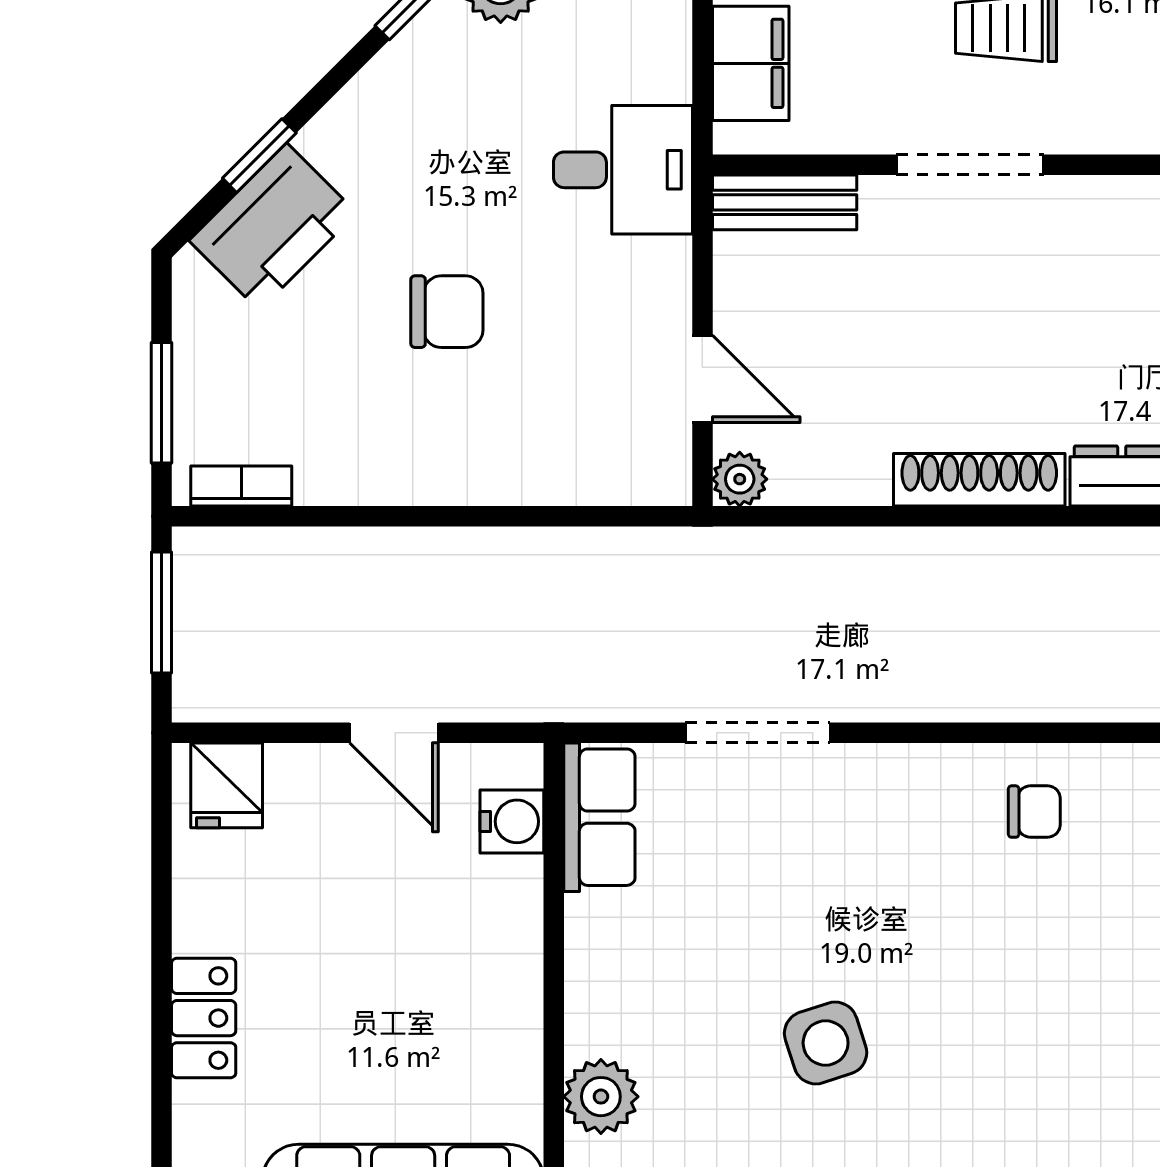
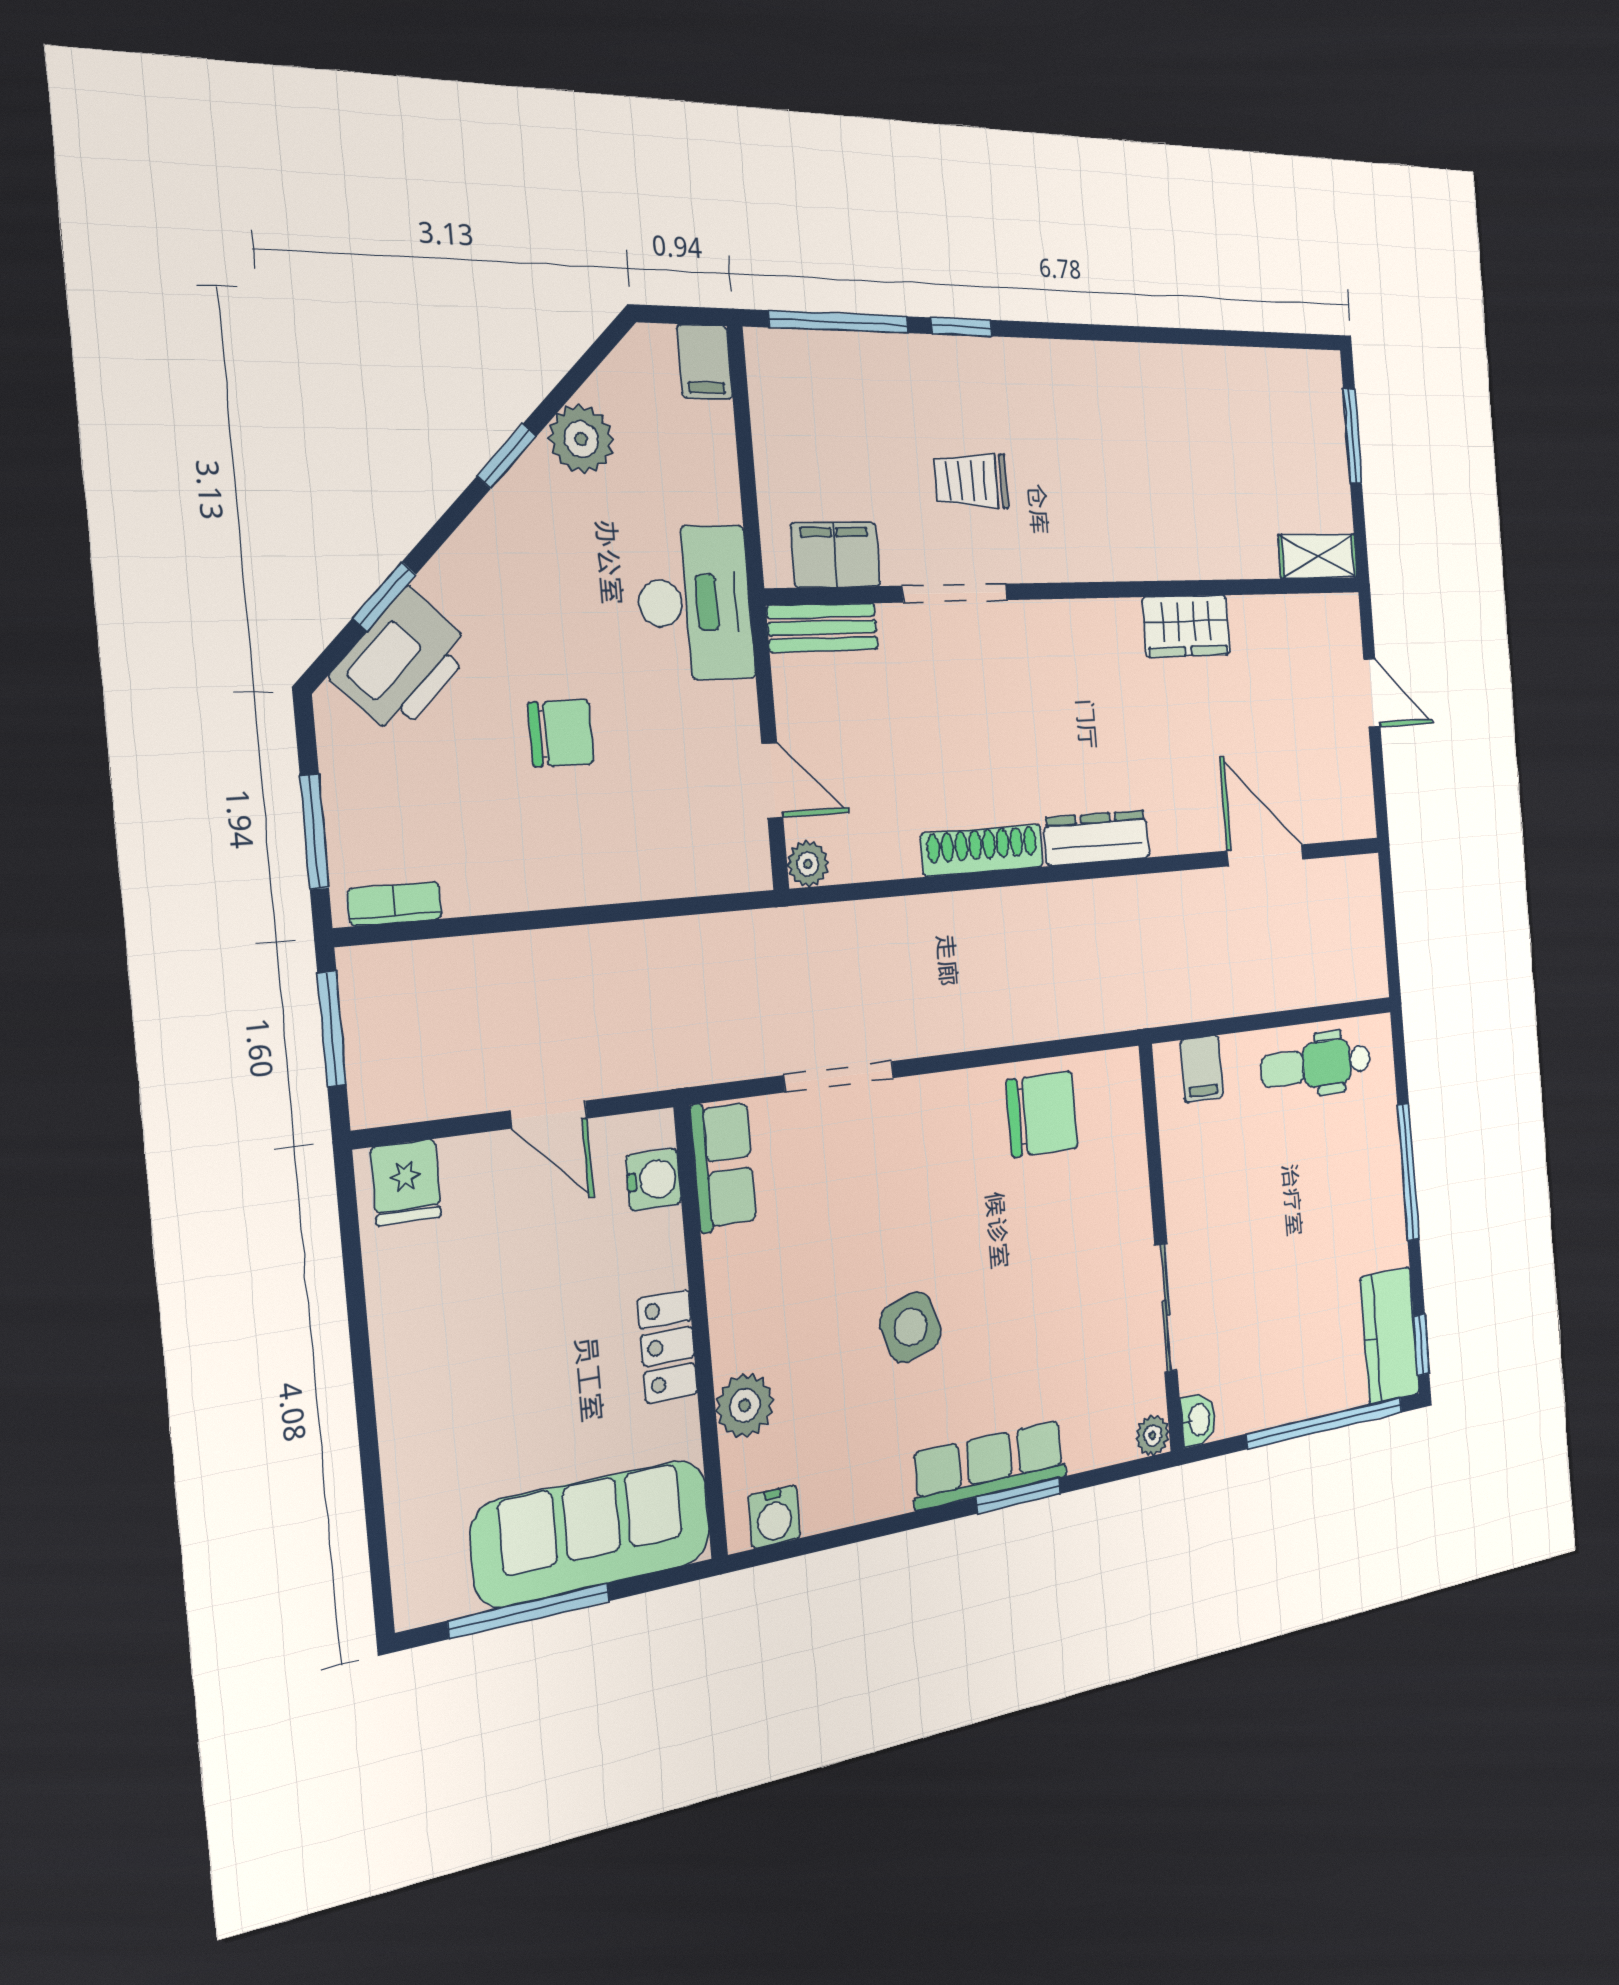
filing cabinet: (751, 63) -> (836, 555), moved, turned -90
desk: (623, 170) -> (695, 603), width x1.37
chair: (1034, 812) -> (1042, 1114), width x1.87, depth x1.87
locker: (204, 1018) -> (667, 1346), moved, turned 180

